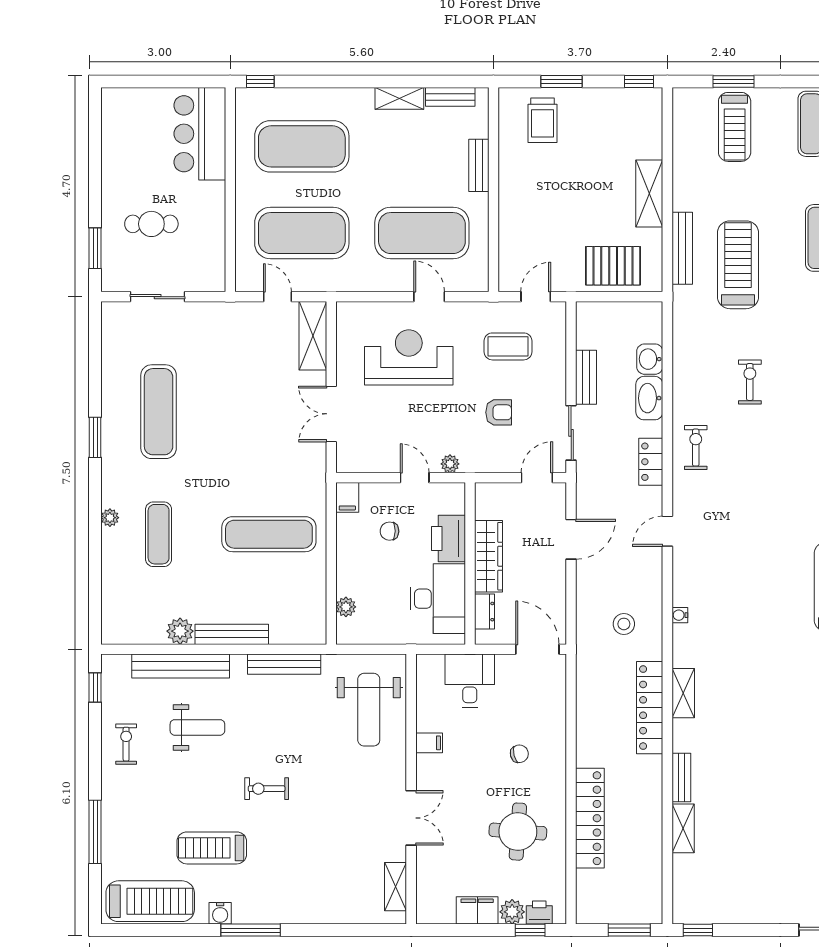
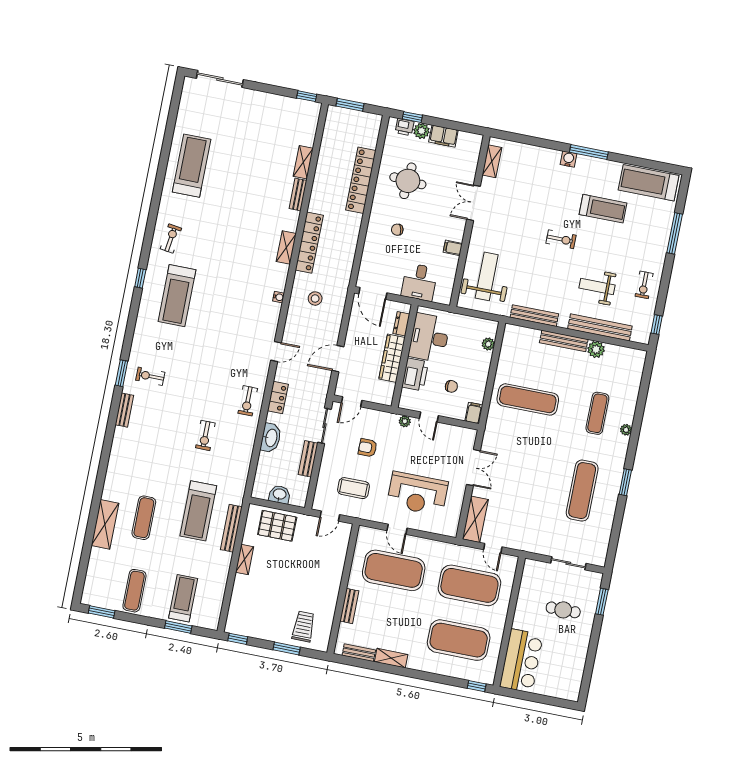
shelving: (649, 194) -> (245, 559), width x0.67, depth x0.75
washbasin: (650, 359) -> (280, 495), moved, turned -90
water cooler: (220, 913) -> (568, 159), moved

